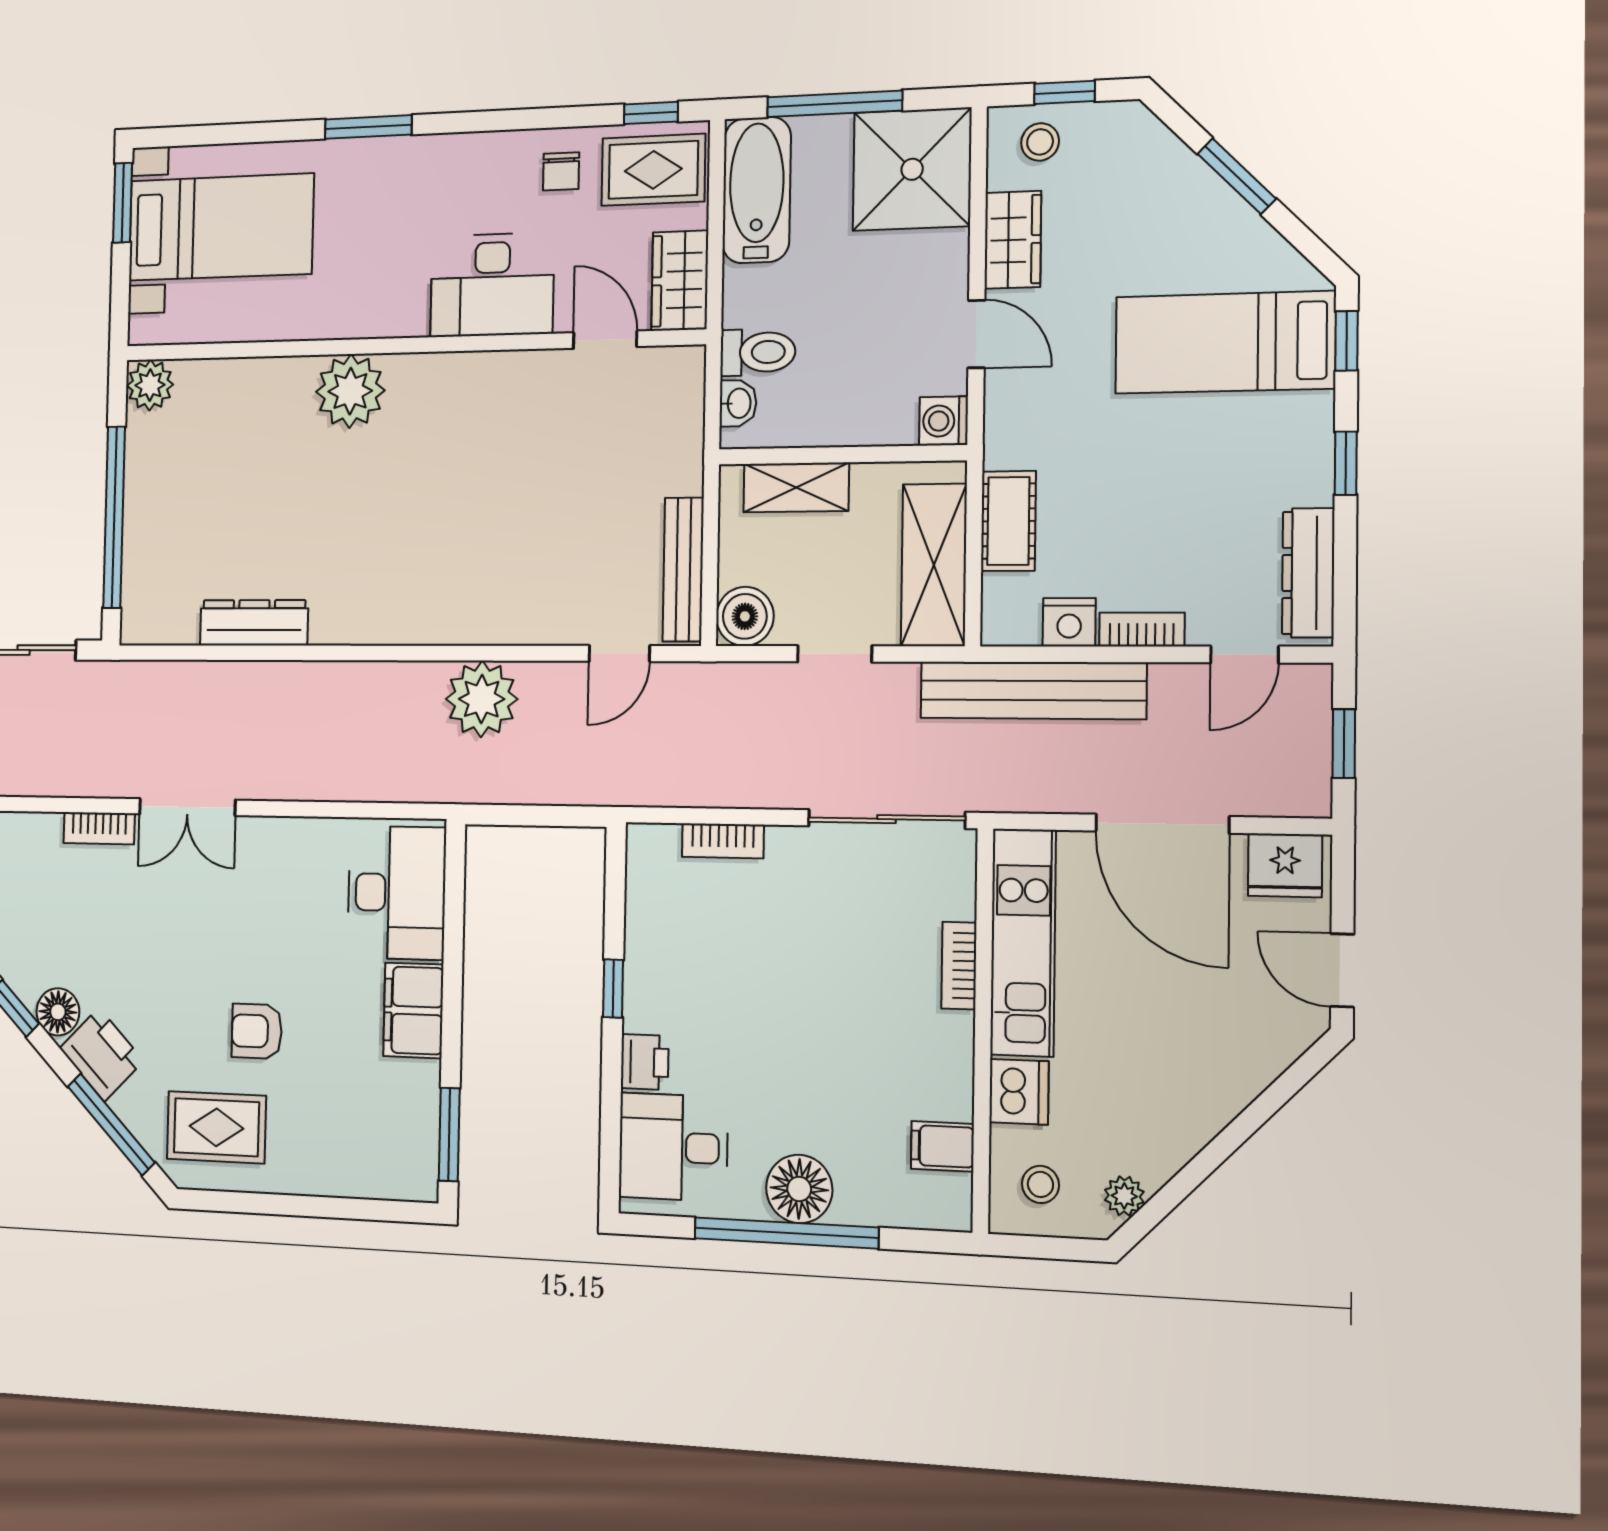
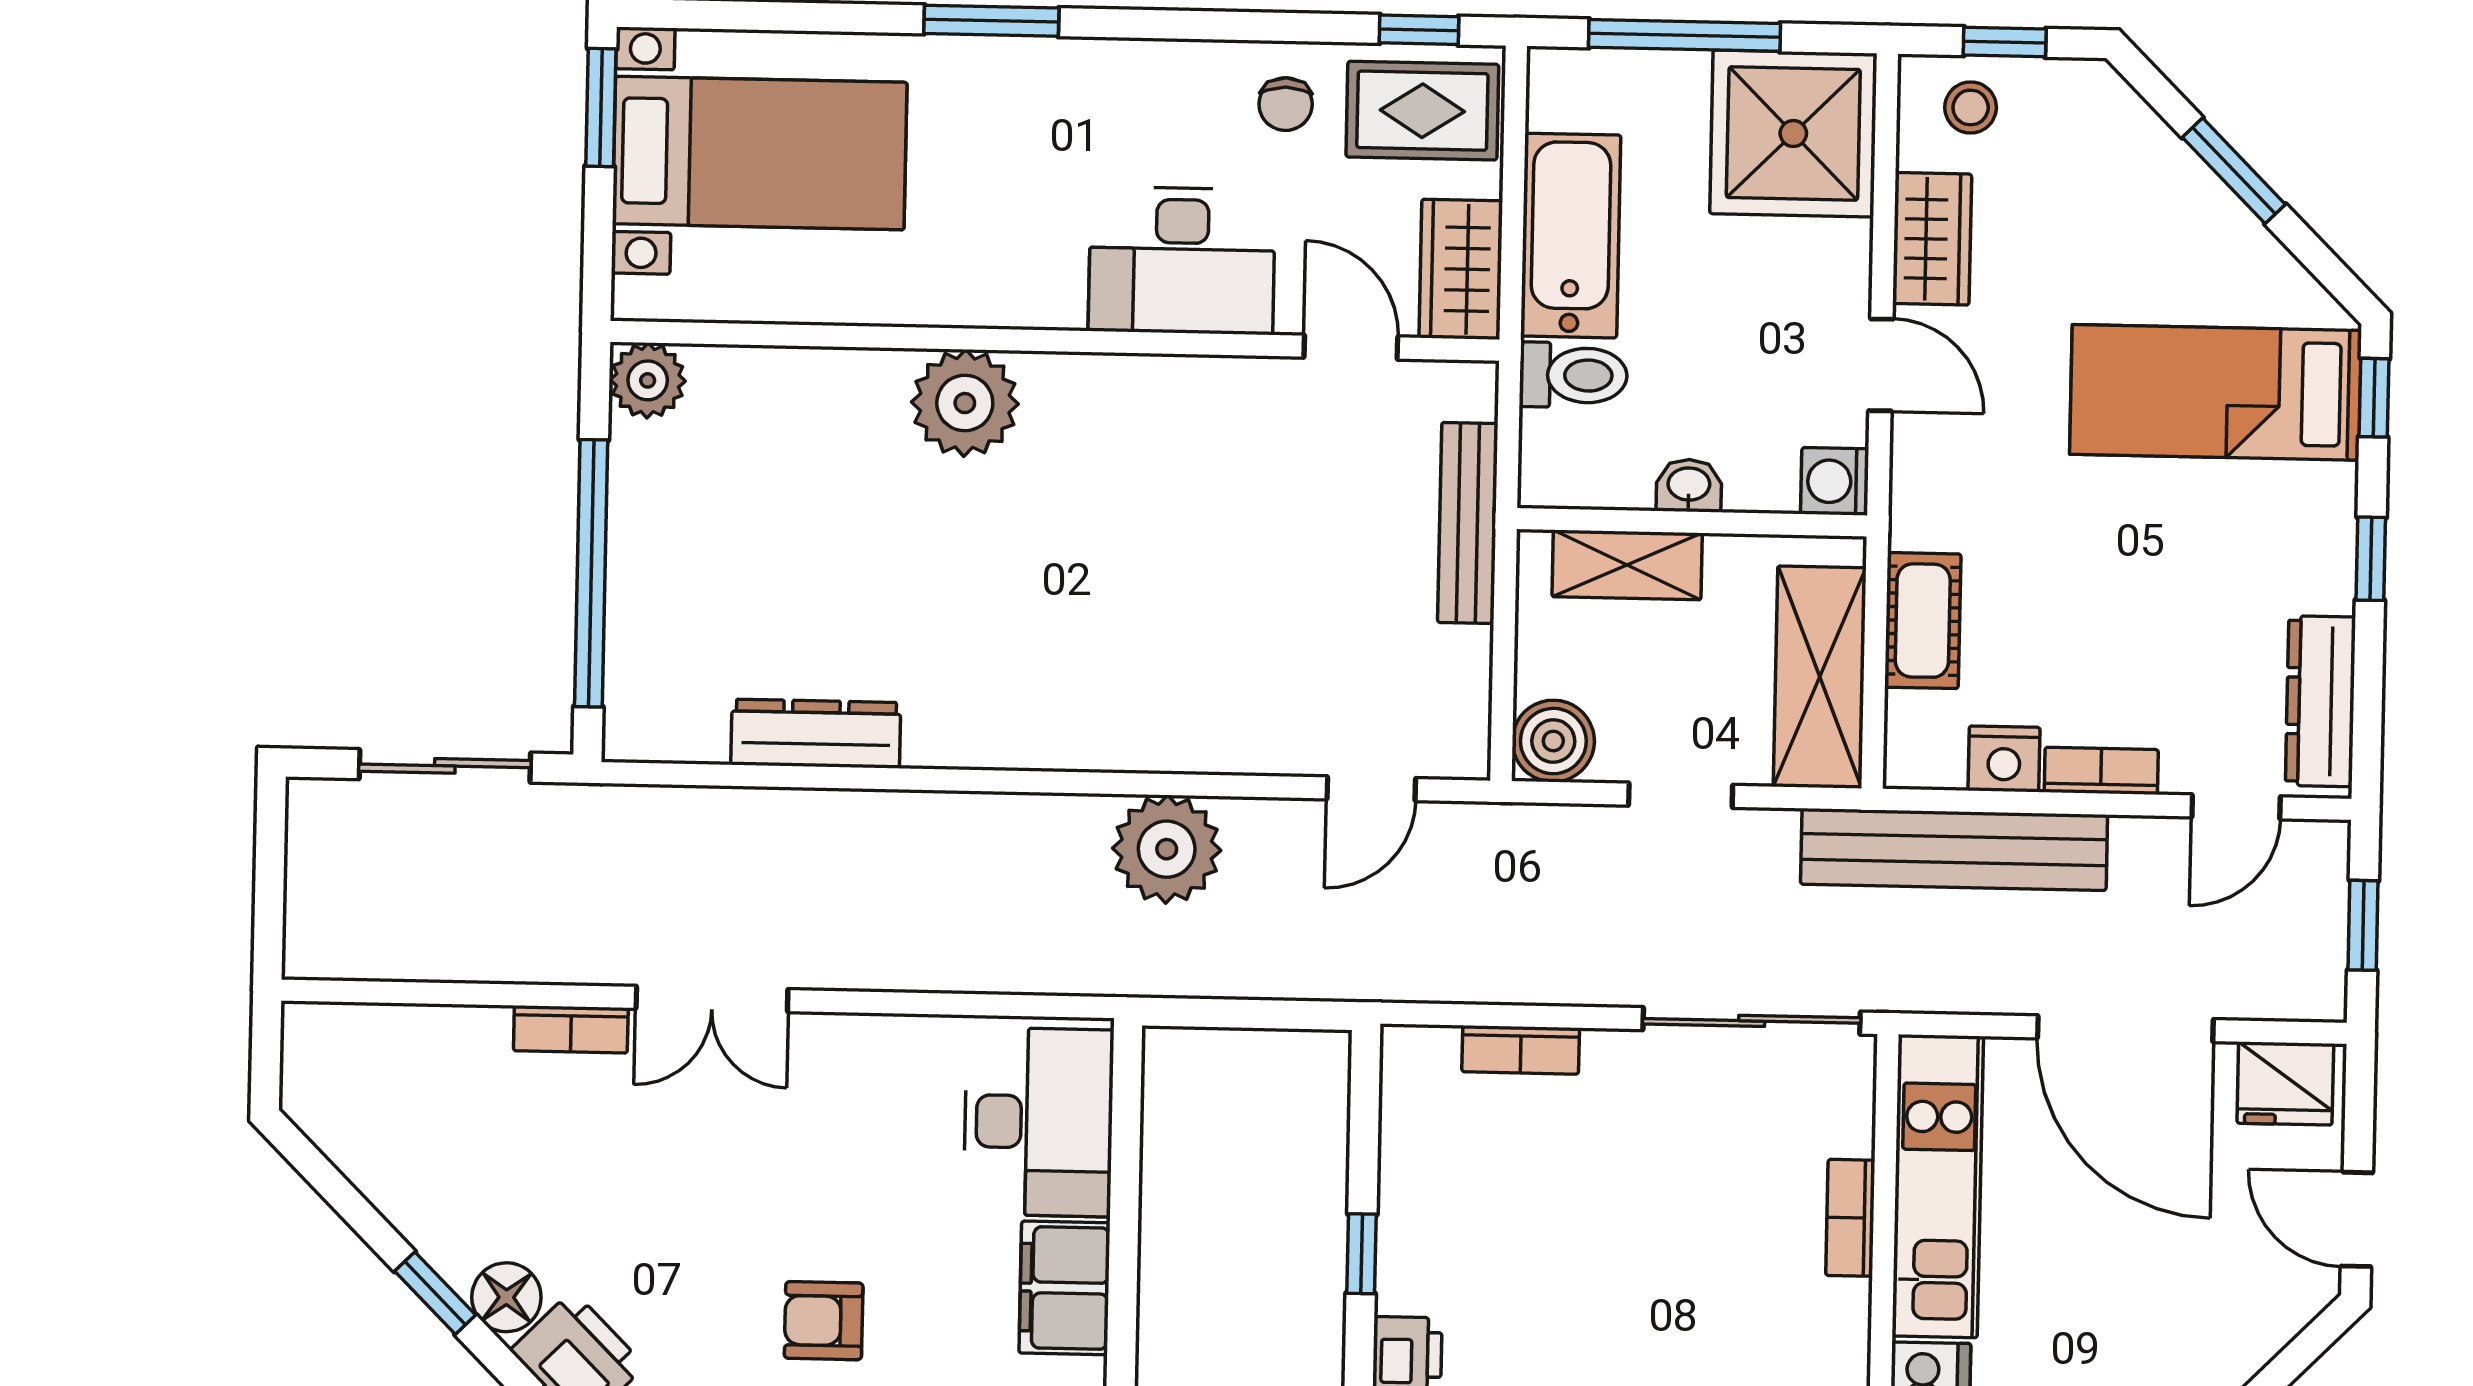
bathtub: (757, 190) -> (1571, 236), moved
washbasin: (738, 403) -> (1689, 486), moved, turned -90
bench: (683, 570) -> (1468, 523), moved

